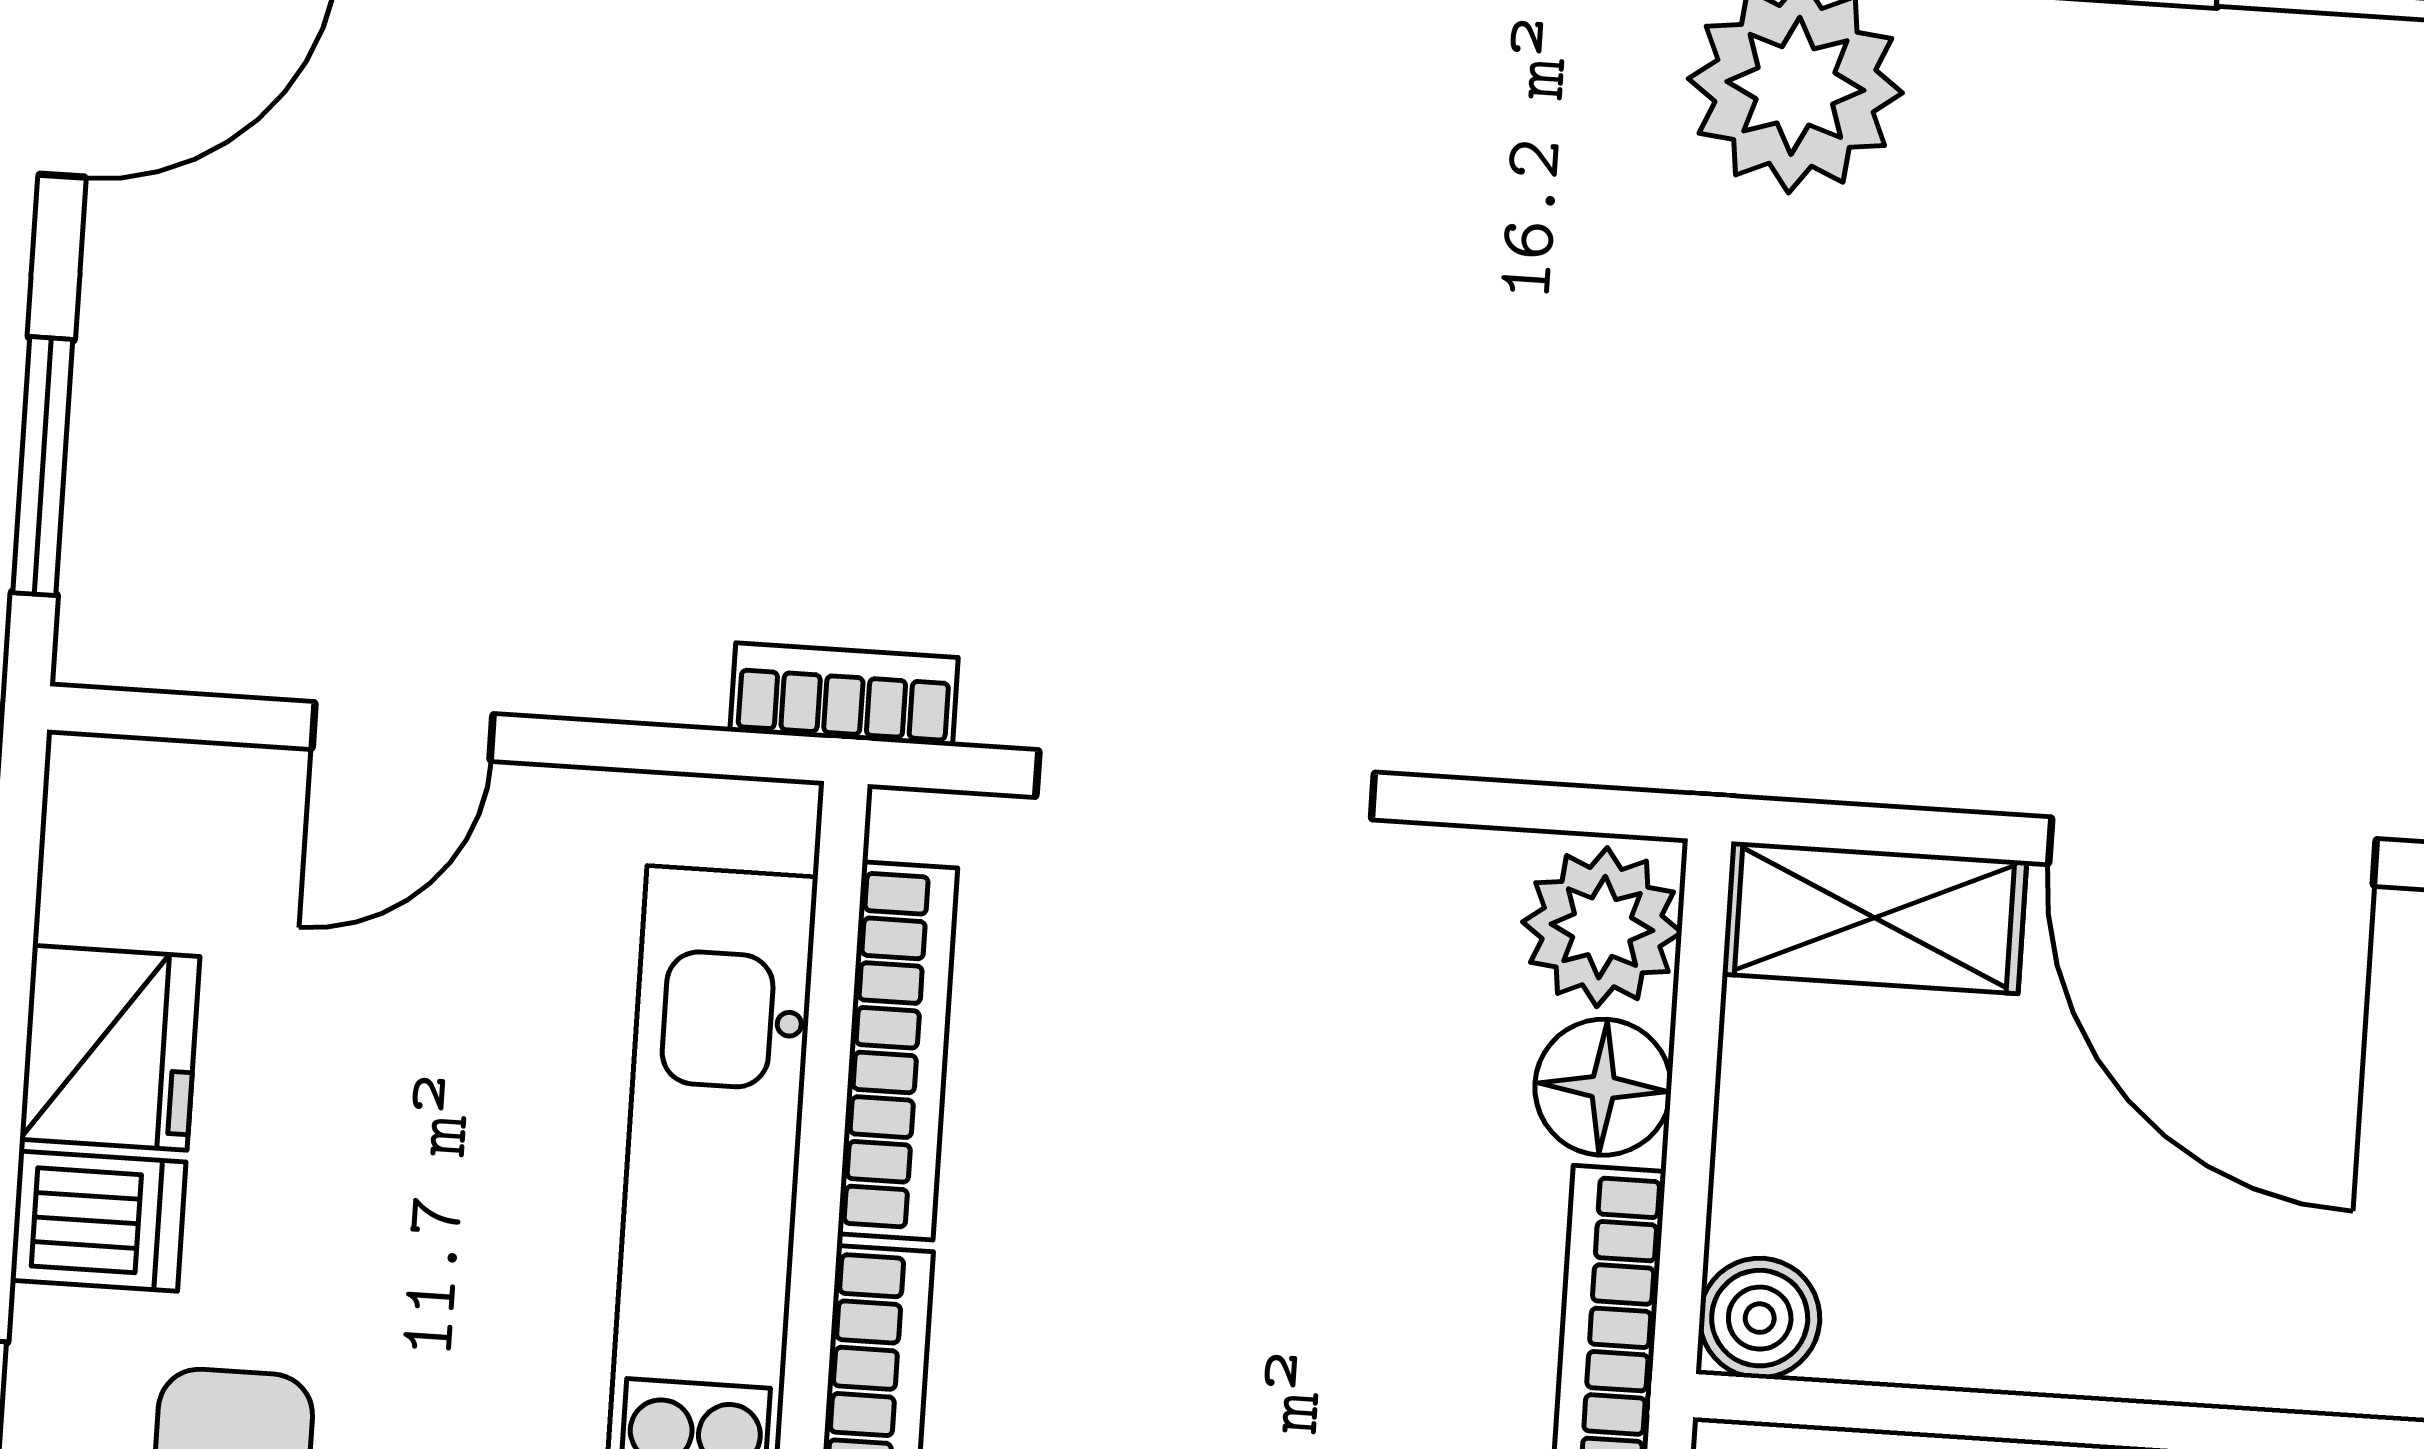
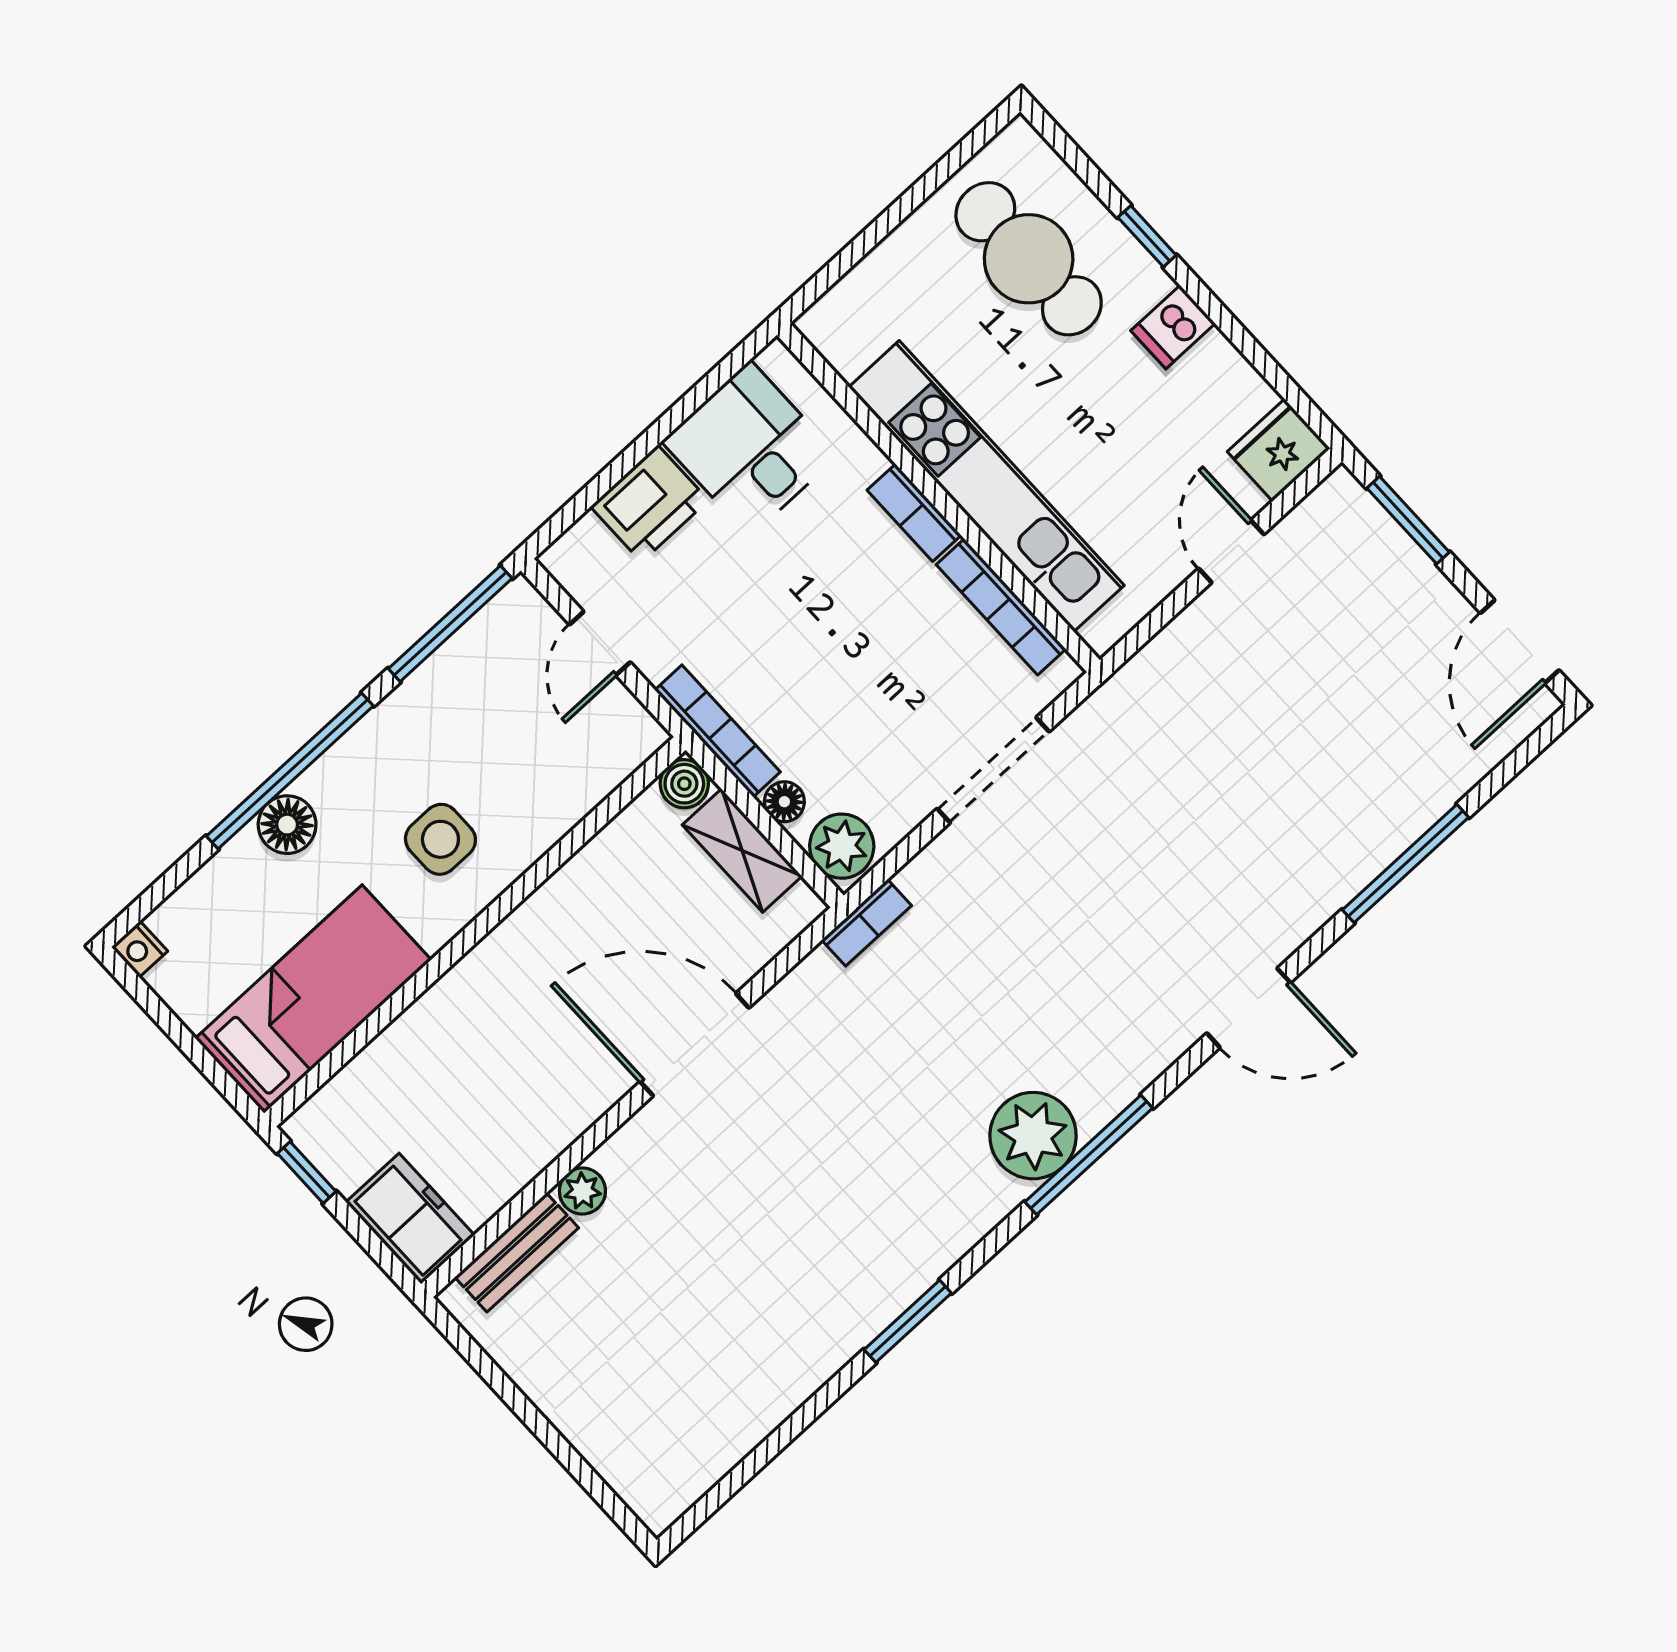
bookcase: (844, 694) -> (867, 923), moved
shelving: (1875, 918) -> (742, 850), moved, turned 90
fridge: (110, 1048) -> (1279, 450), moved, turned 90
floor lamp: (1603, 1087) -> (784, 802), width x0.73, depth x0.73

